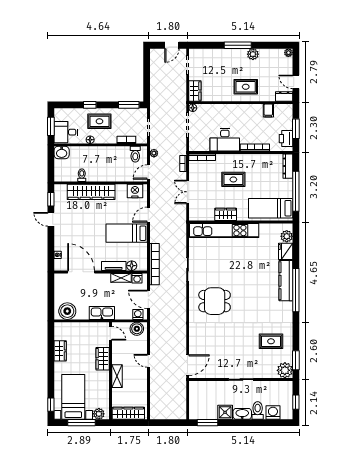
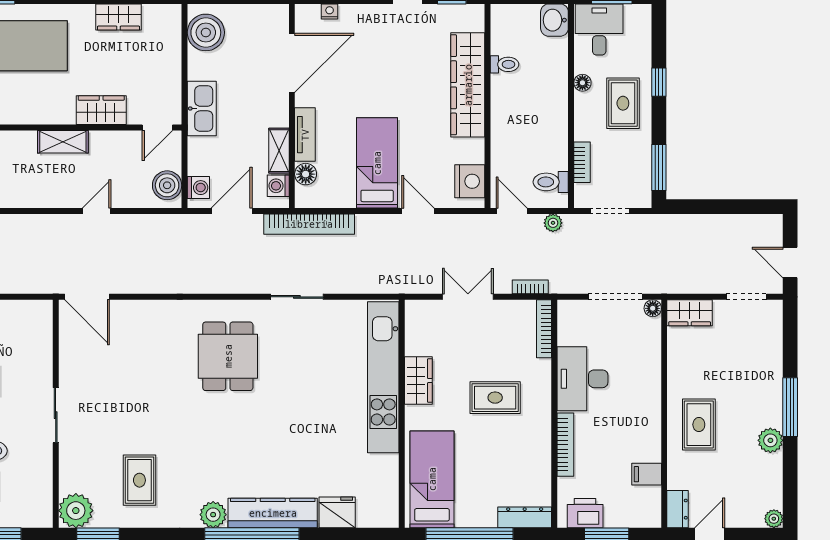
rug: (233, 179) -> (495, 398), turned 90
plant: (287, 236) -> (213, 515), moved

